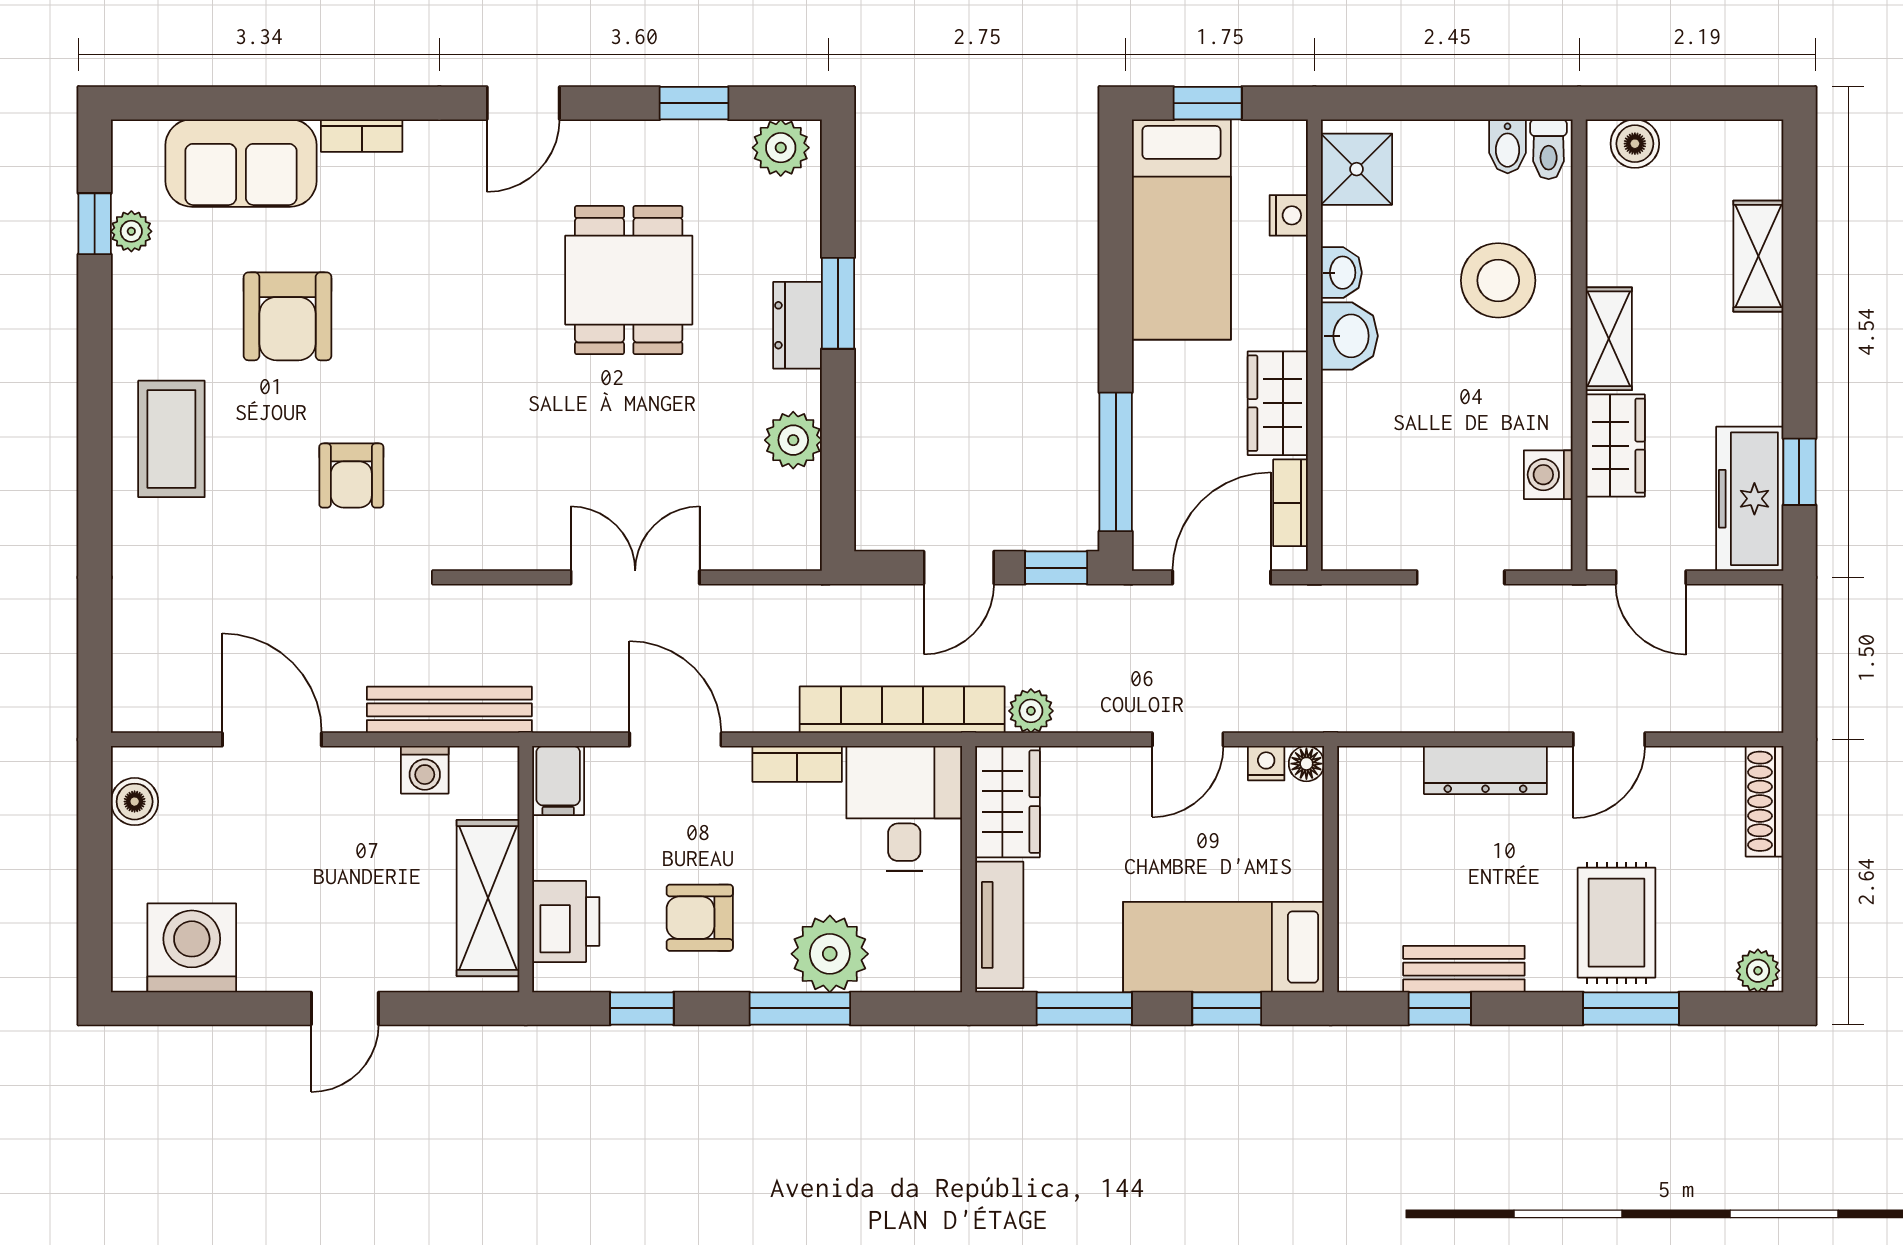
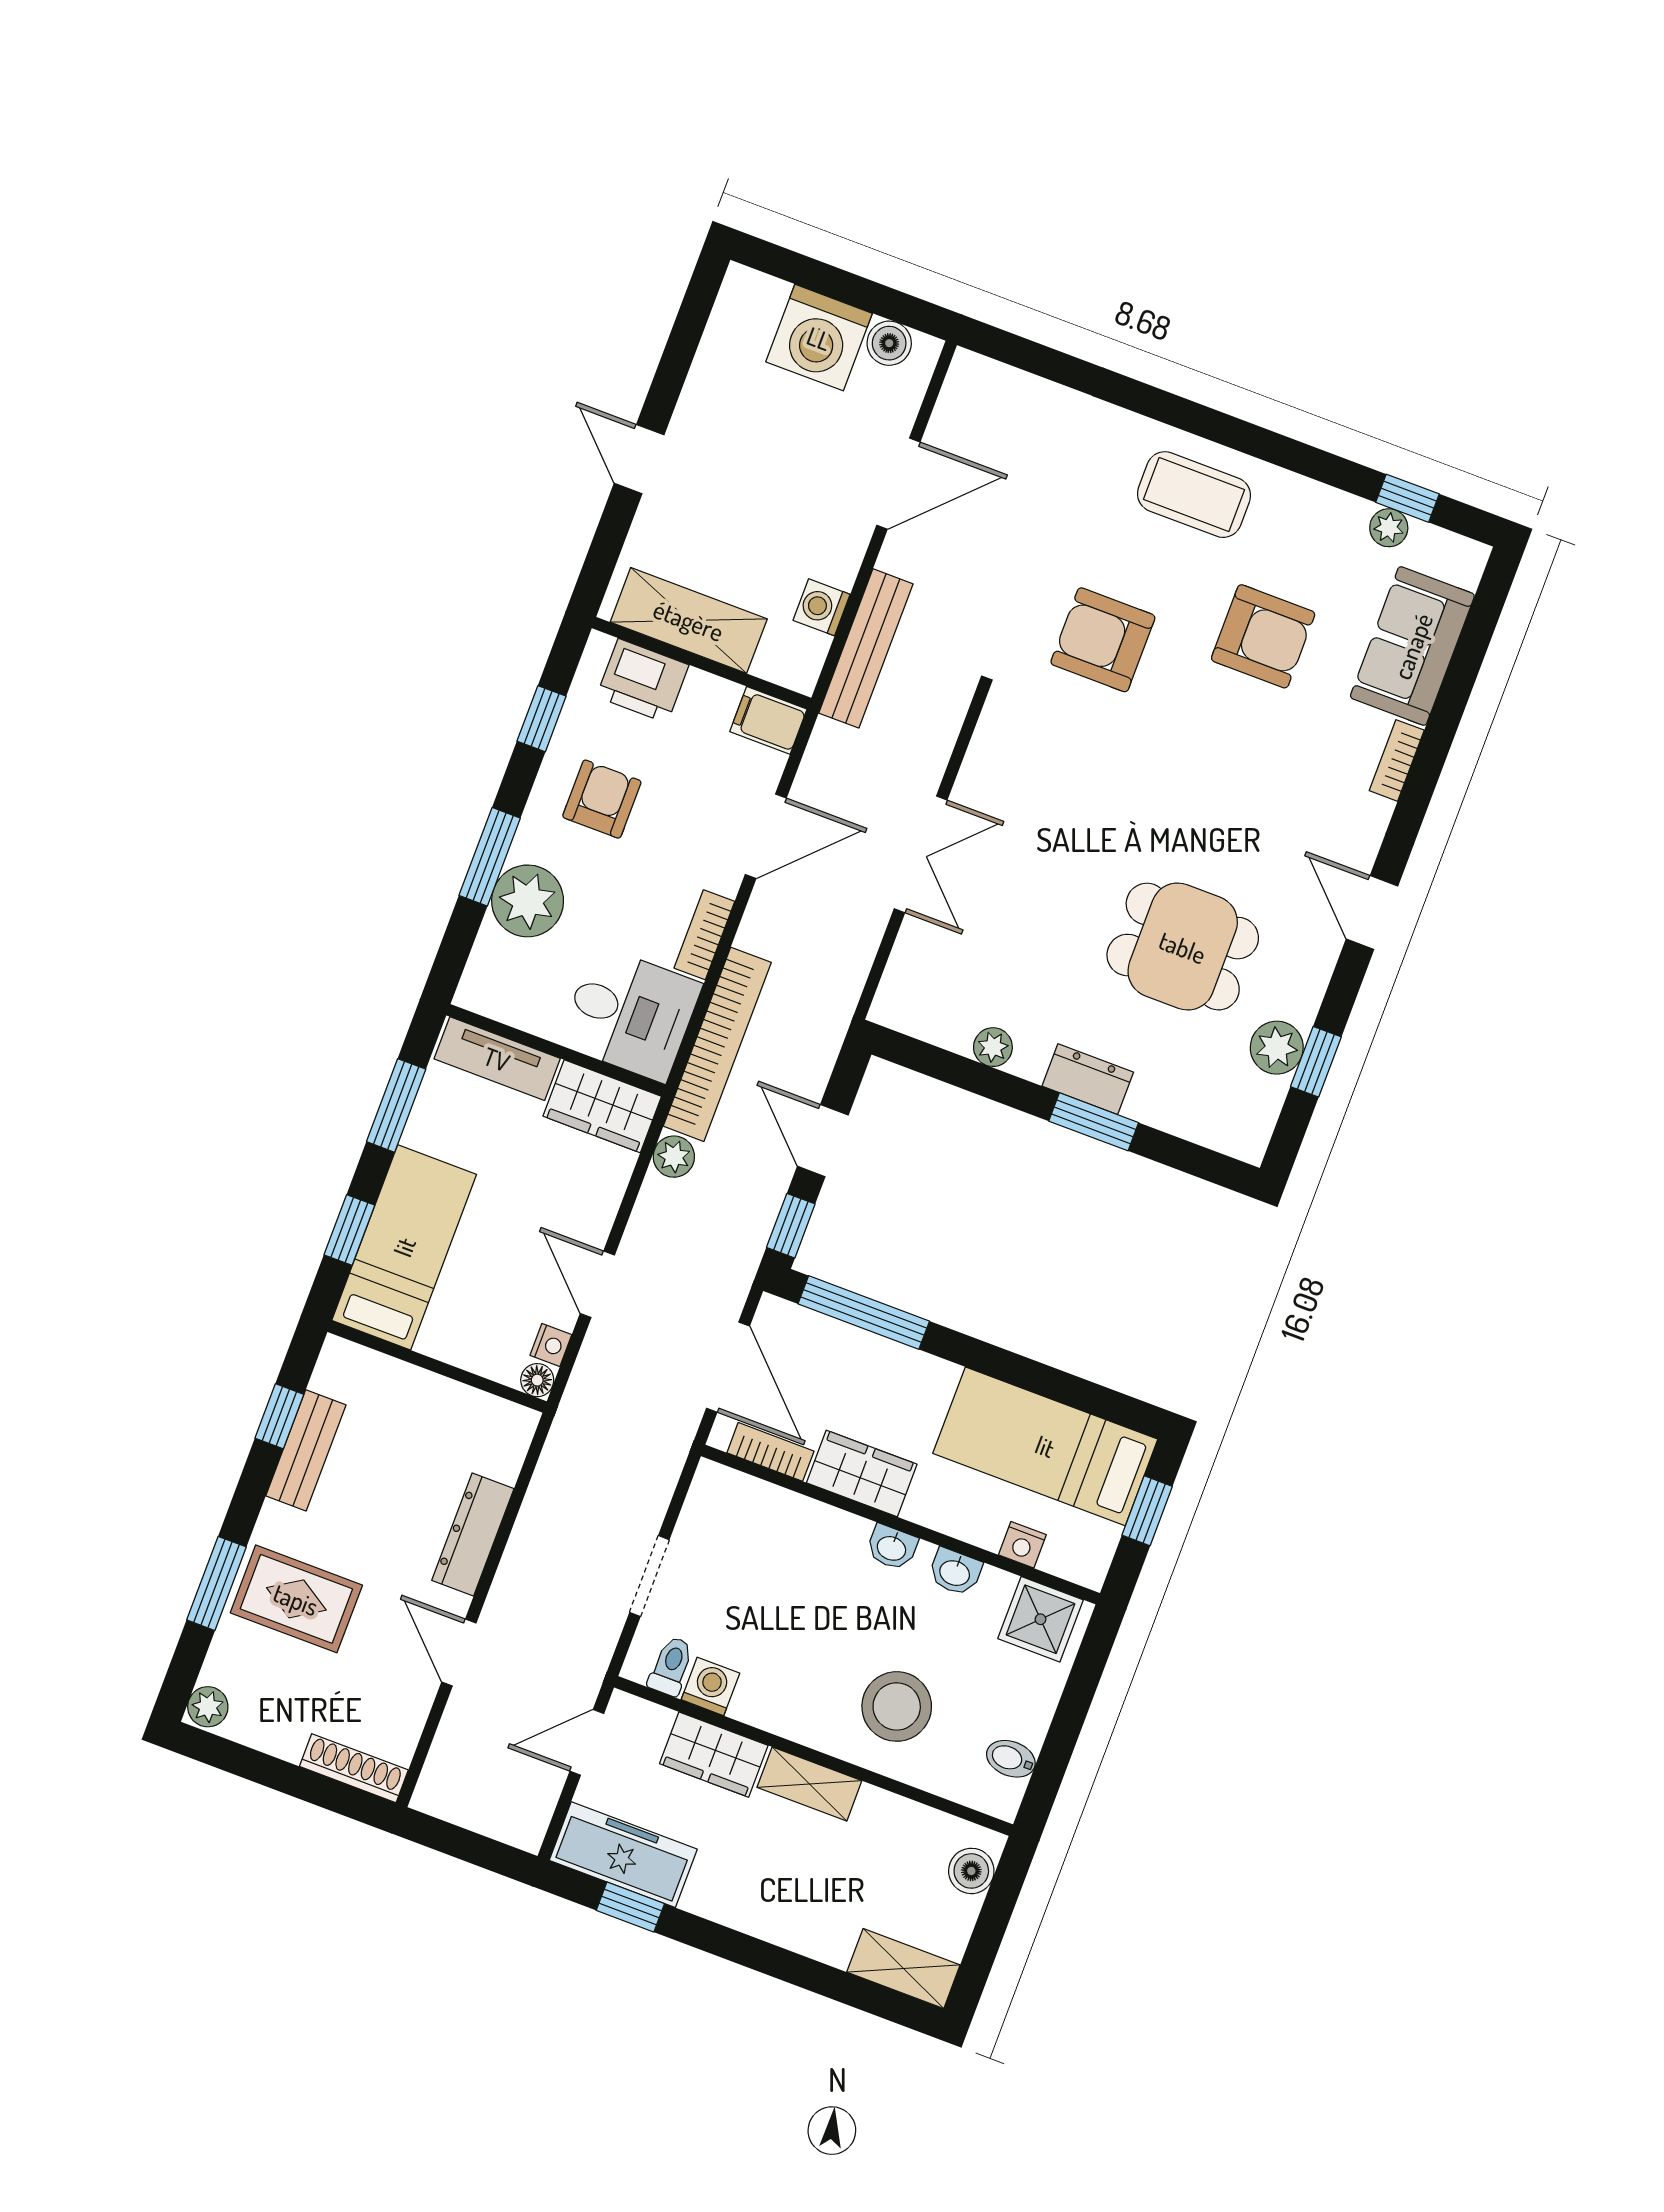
plant: (781, 148) -> (1277, 1048), moved
toilet: (1549, 149) -> (671, 1666), moved, turned 90
shelving: (1758, 256) -> (903, 1969), moved
armchair: (288, 316) -> (1263, 636), turned 180
washbasin: (1349, 336) -> (892, 1547), width x0.72, depth x0.69
plant: (793, 440) -> (993, 1047), width x0.73, depth x0.73
armchair: (351, 476) -> (1103, 640), width x1.38, depth x1.38
washing machine: (192, 948) -> (819, 338), moved, turned 90

